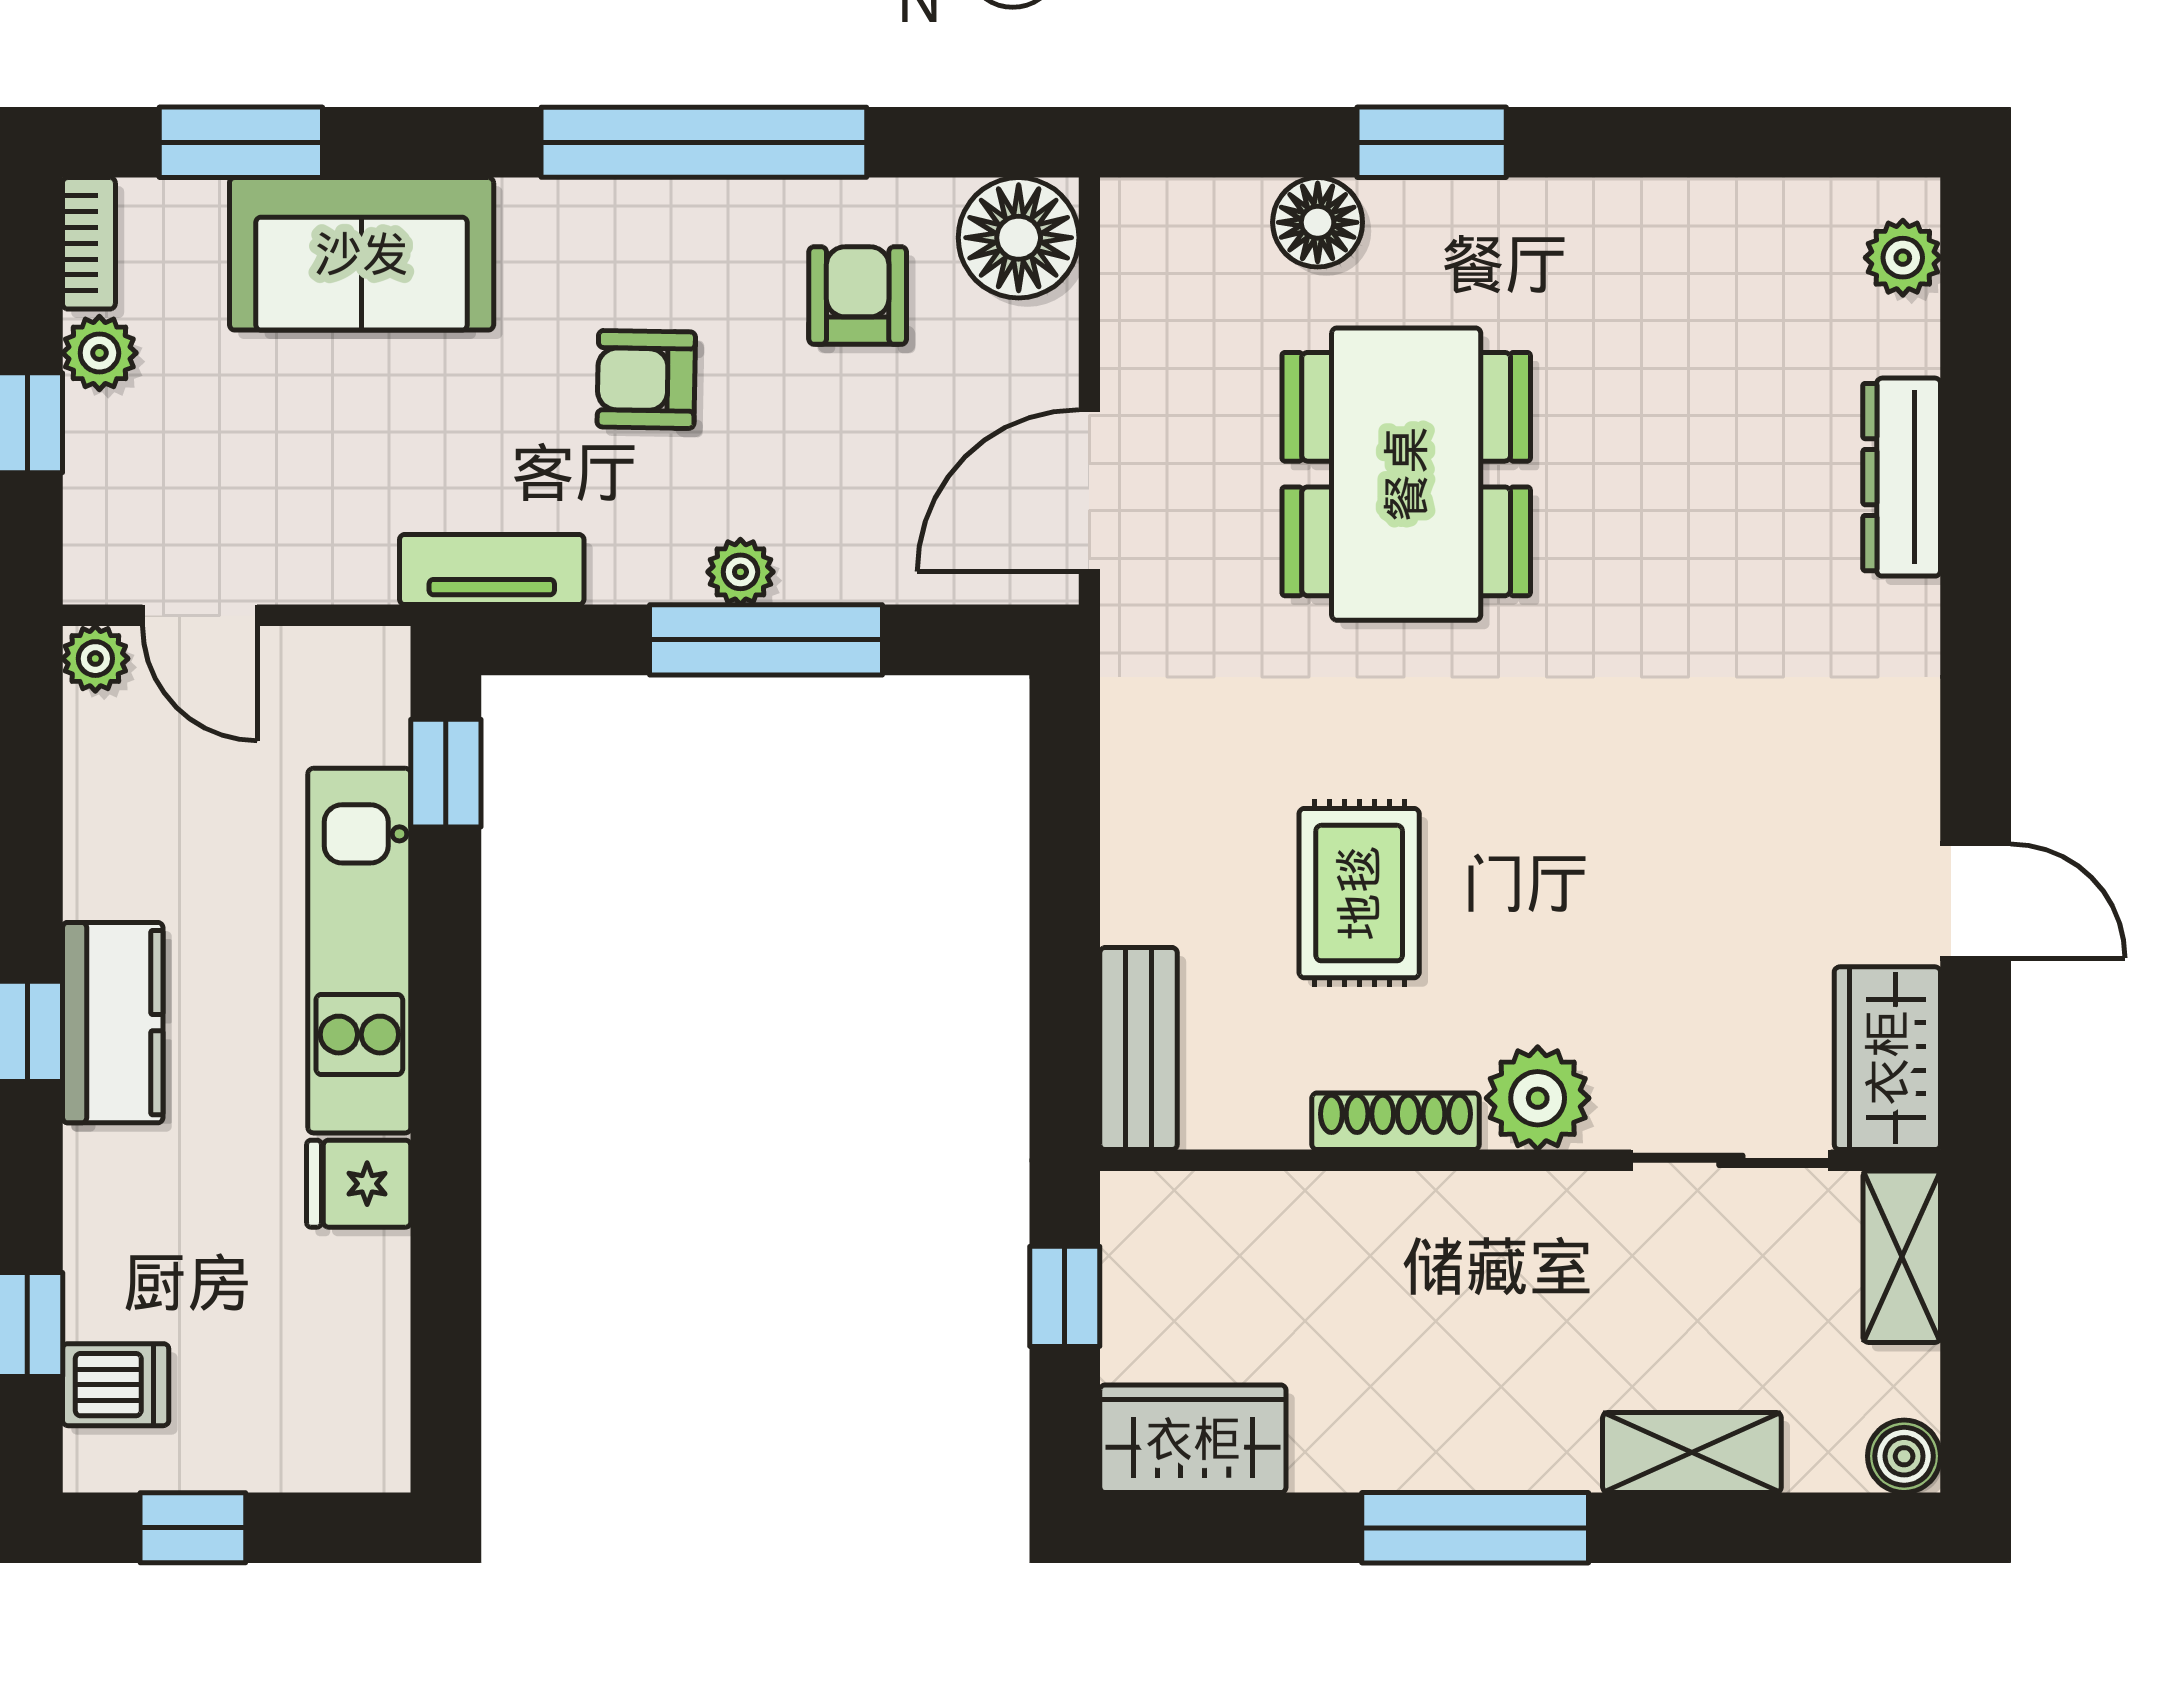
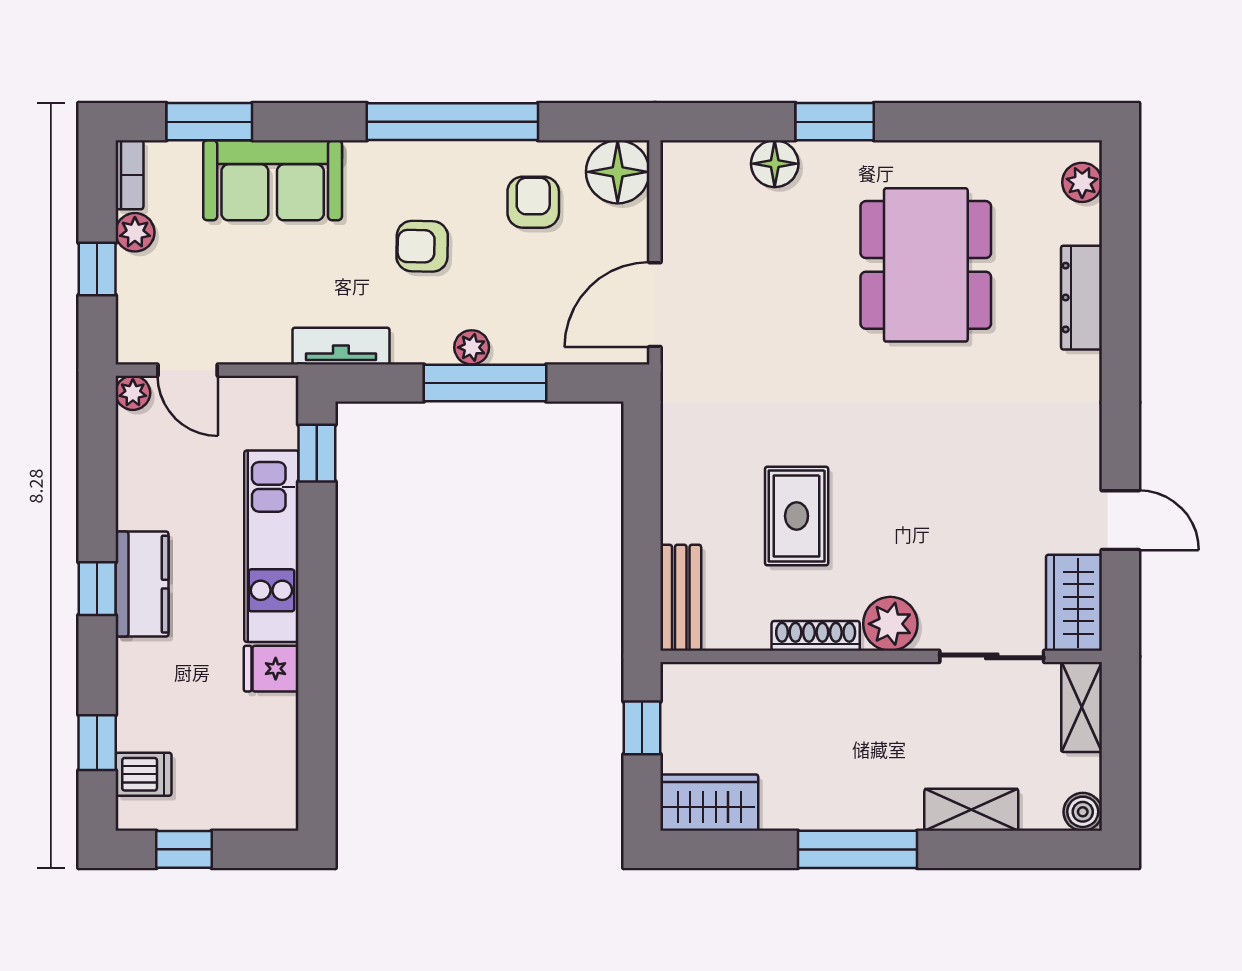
dining table: (1406, 474) -> (926, 265), moved

